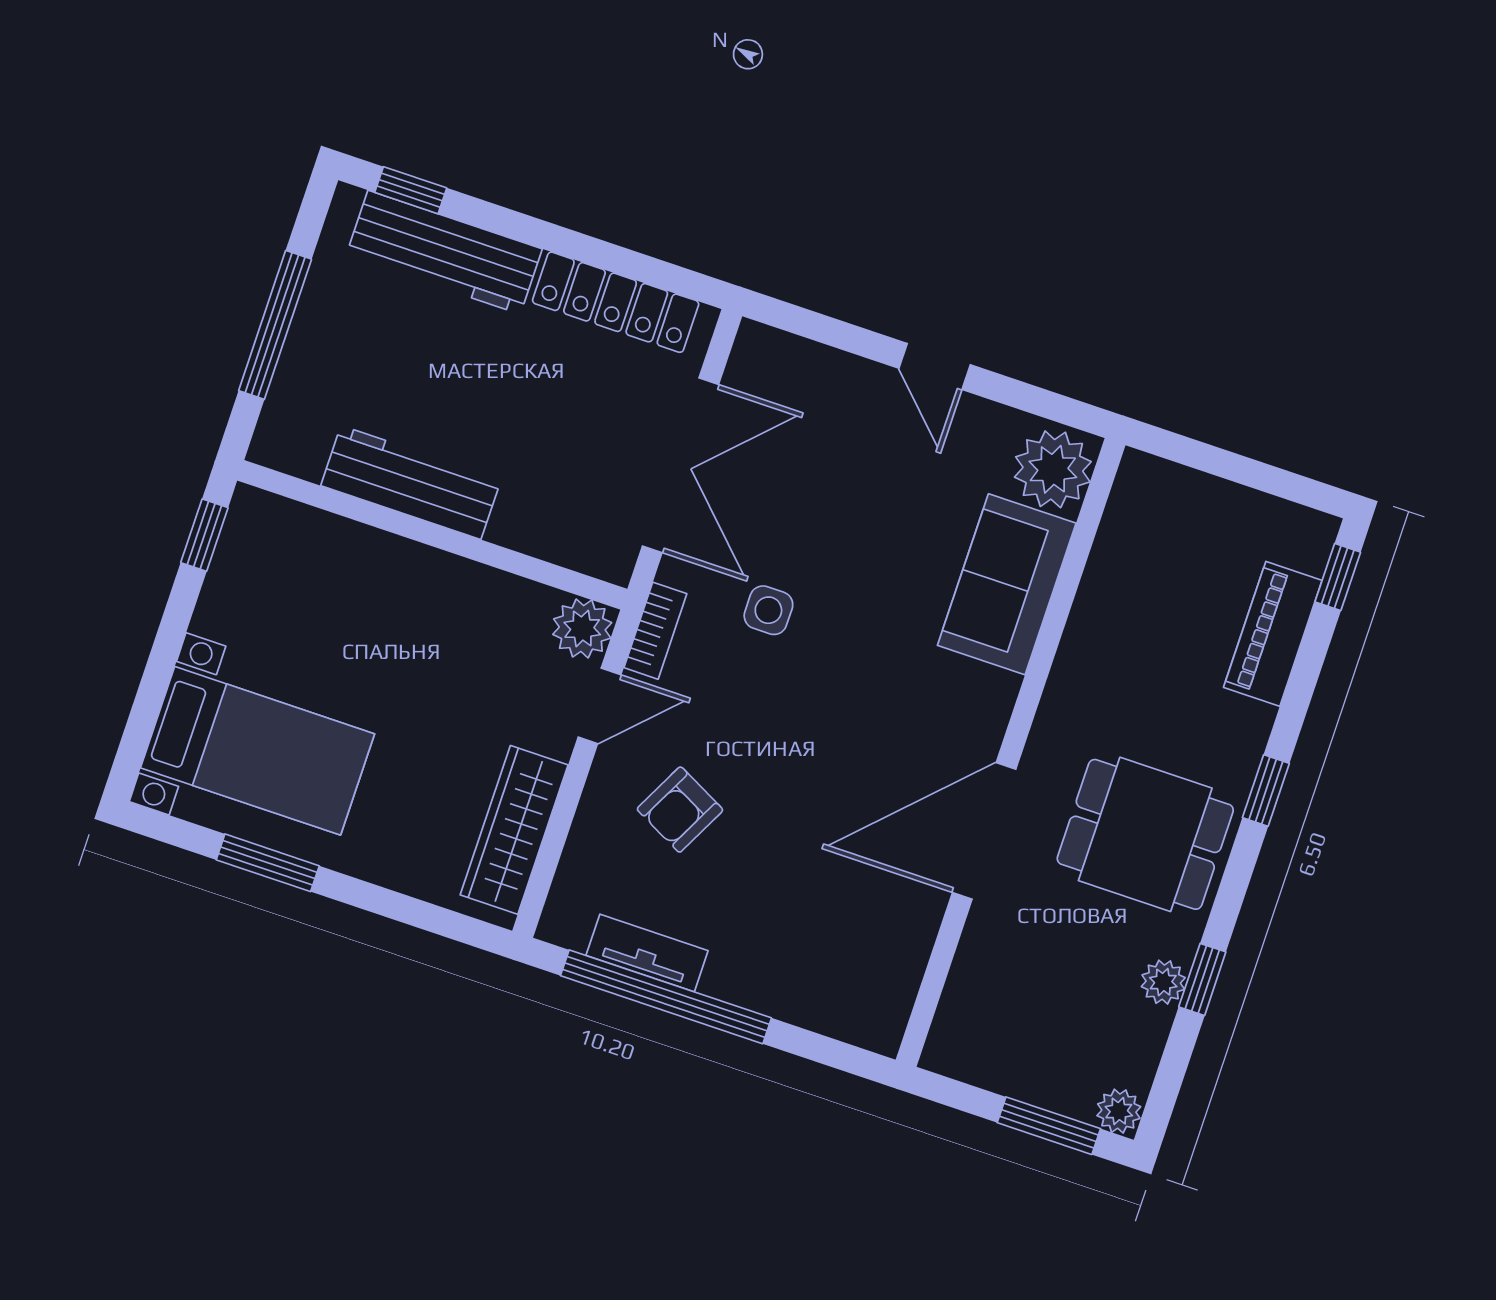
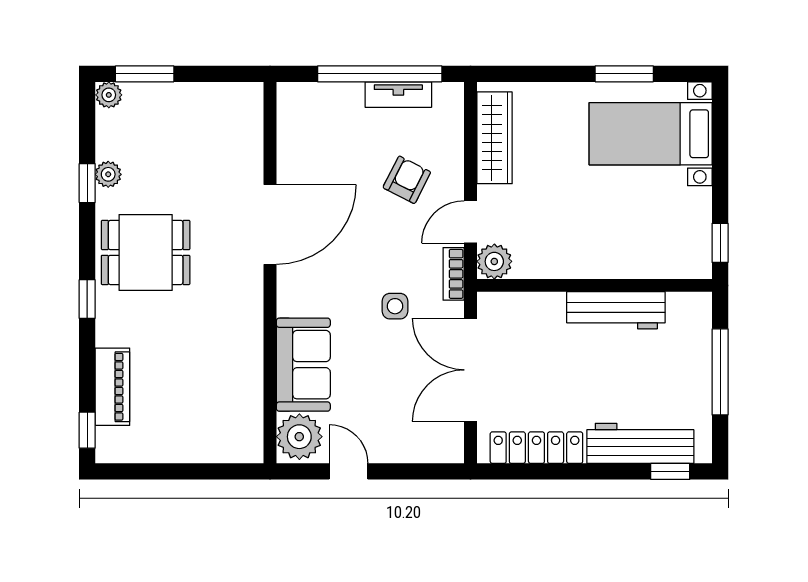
plant: (1053, 469) -> (299, 437), moved
sofa: (1007, 584) -> (303, 365), moved
wall: (1011, 752) -> (270, 273), moved
door: (984, 831) -> (270, 224), moved

